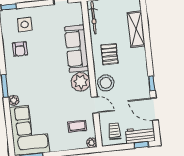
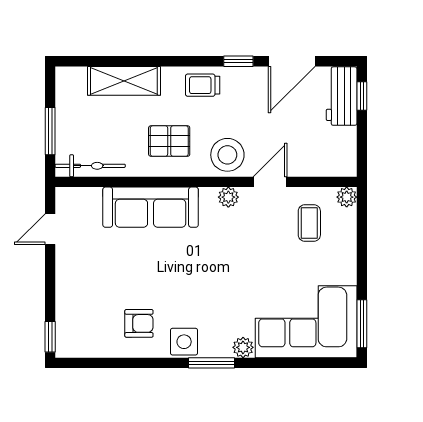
side table: (25, 24) -> (184, 342), moved
plant: (81, 82) -> (228, 197), width x0.53, depth x0.53
trolley: (114, 131) -> (203, 85), moved

